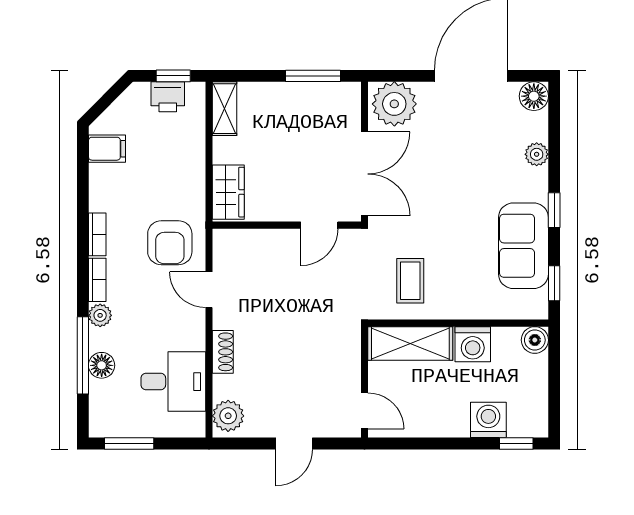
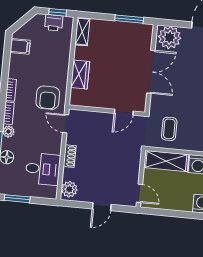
wall: (287, 225) -> (107, 111), moved
door: (319, 225) -> (124, 112), moved

